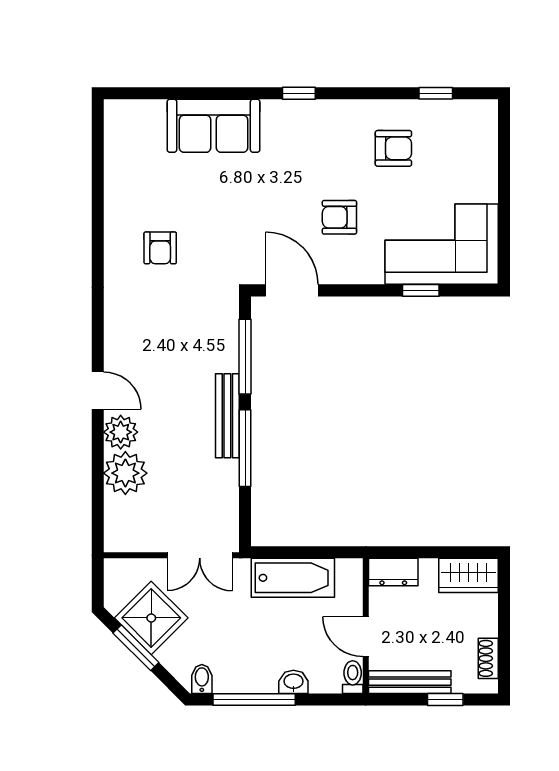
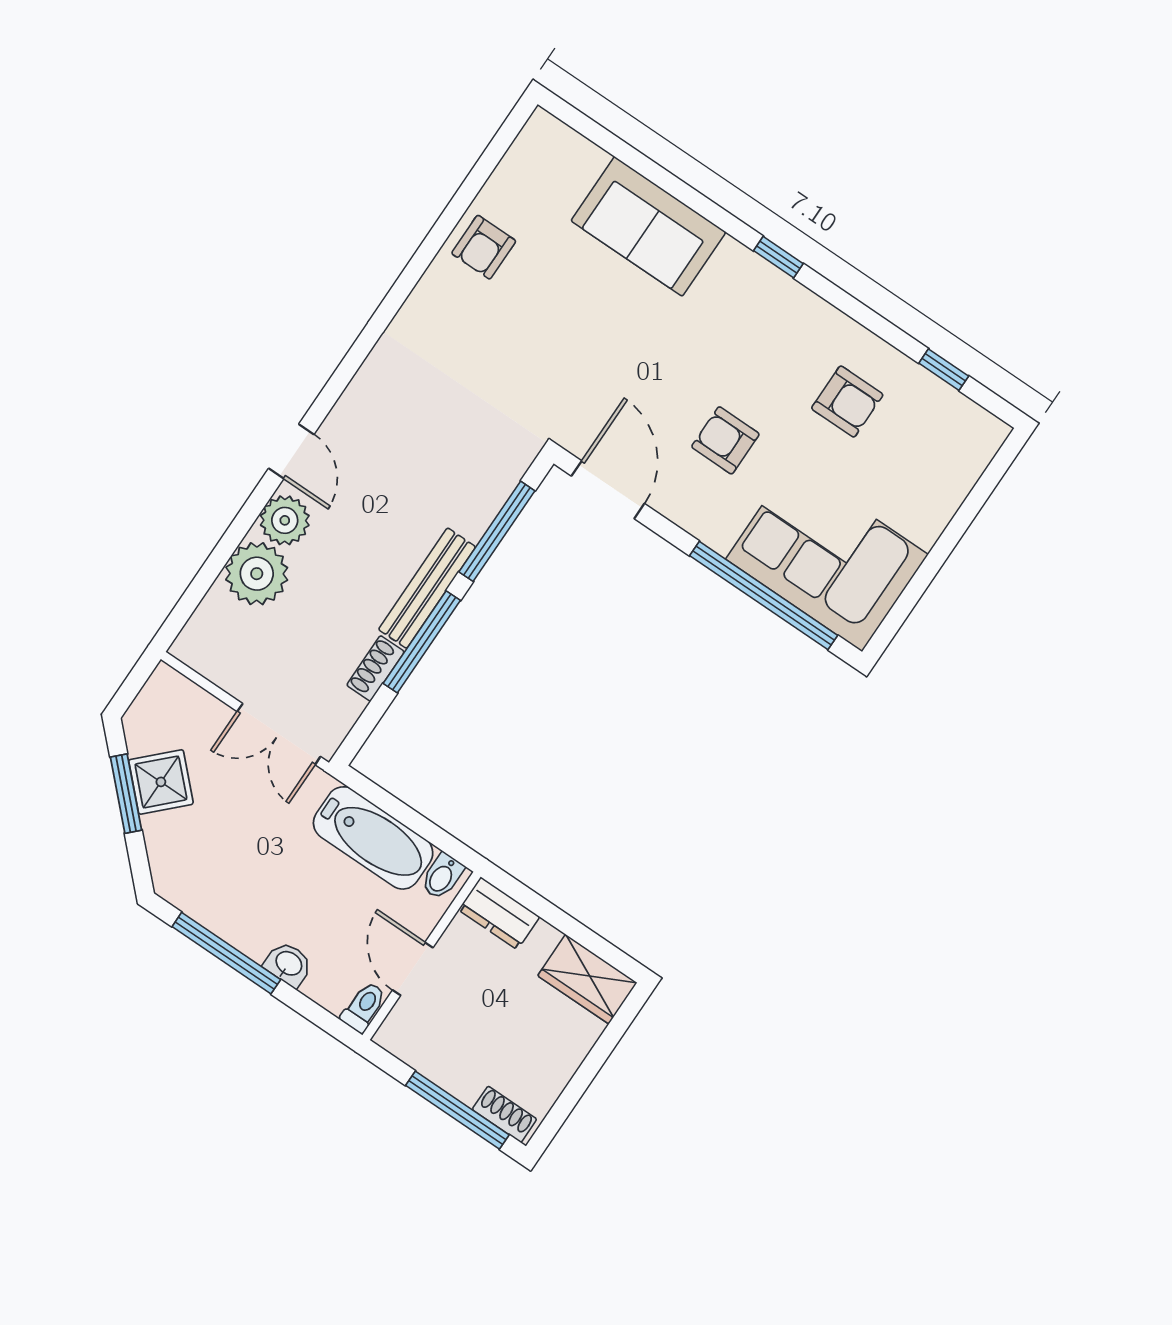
armchair: (160, 248) -> (484, 247), moved
window: (421, 290) -> (764, 596), width x3.17
shoe rack: (229, 481) -> (376, 668), added
shower: (151, 618) -> (161, 782), width x0.73, depth x0.73
shoe rack: (488, 658) -> (504, 1114), moved, turned 90
bidet: (202, 679) -> (442, 876), moved, turned 180
bench: (410, 682) -> (429, 1060), removed
window: (445, 700) -> (457, 1110), width x2.17

